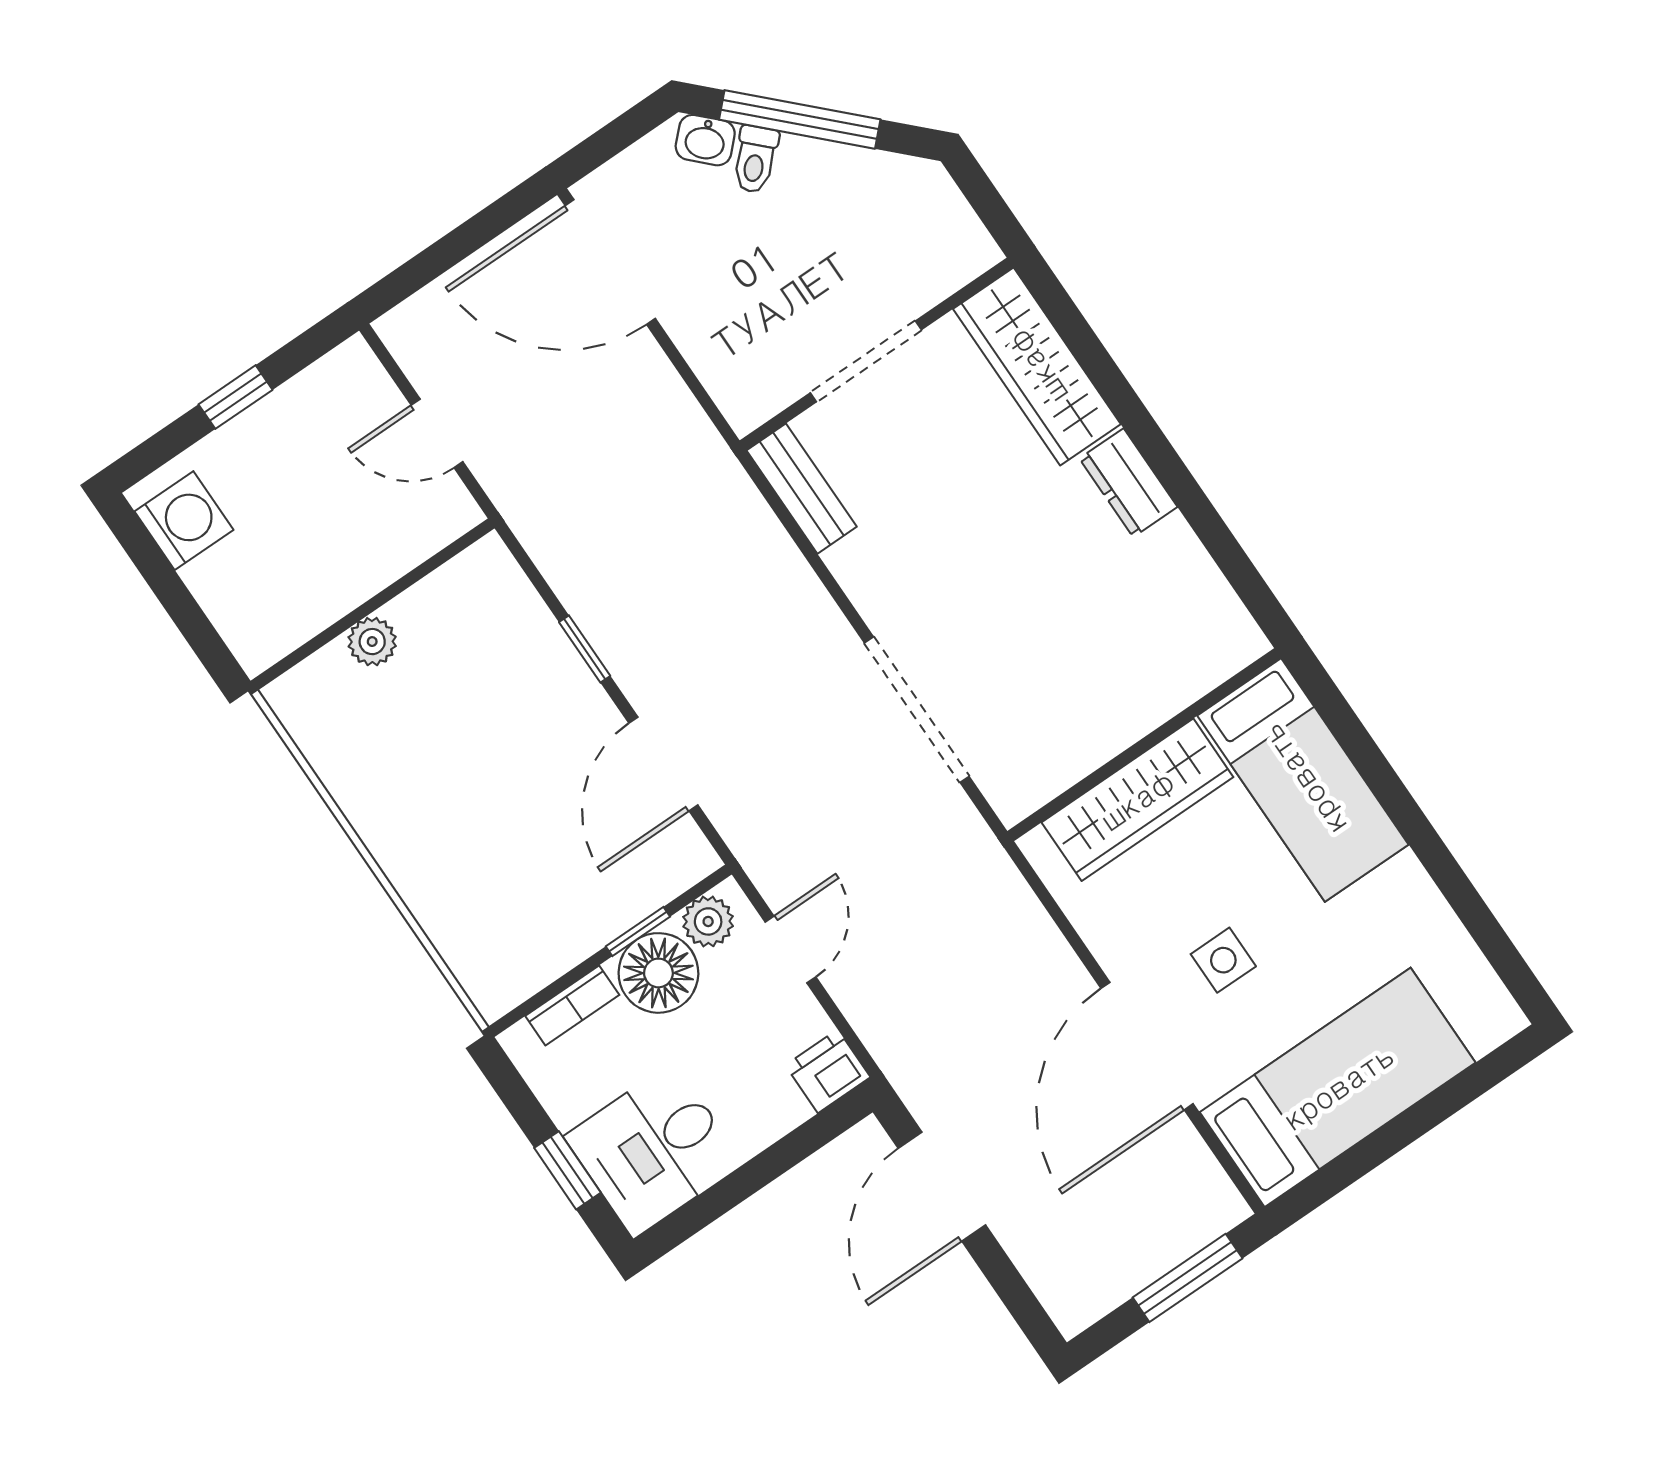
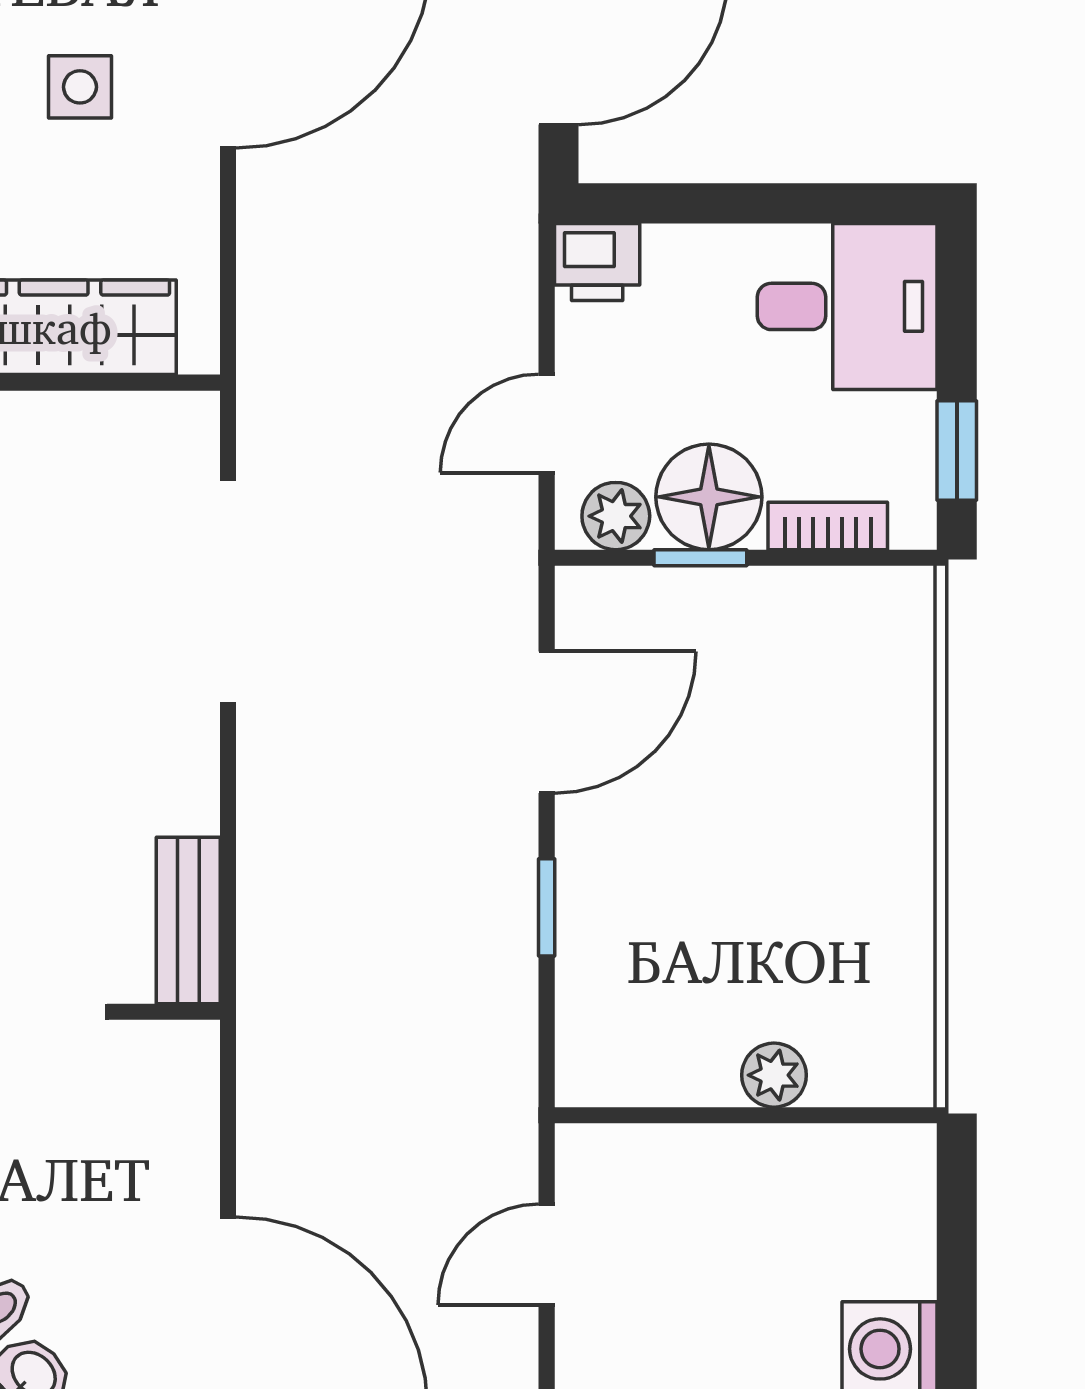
door: (437, 433) -> (547, 1255), swing flipped
window: (567, 1170) -> (957, 451), moved

